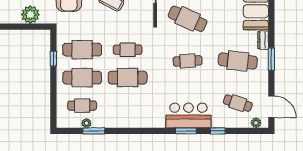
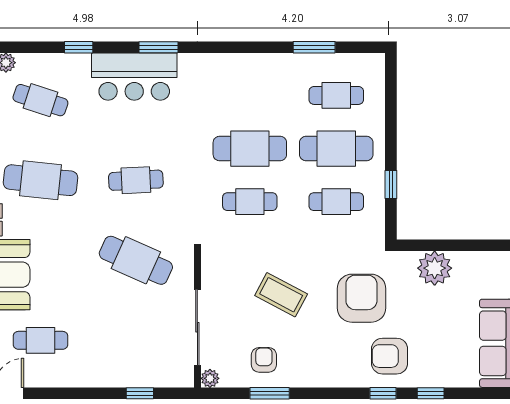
cafe table: (82, 50) -> (336, 202), width x0.73, depth x0.74
plant: (86, 123) -> (328, 62), removed
window: (186, 131) -> (158, 47), moved

